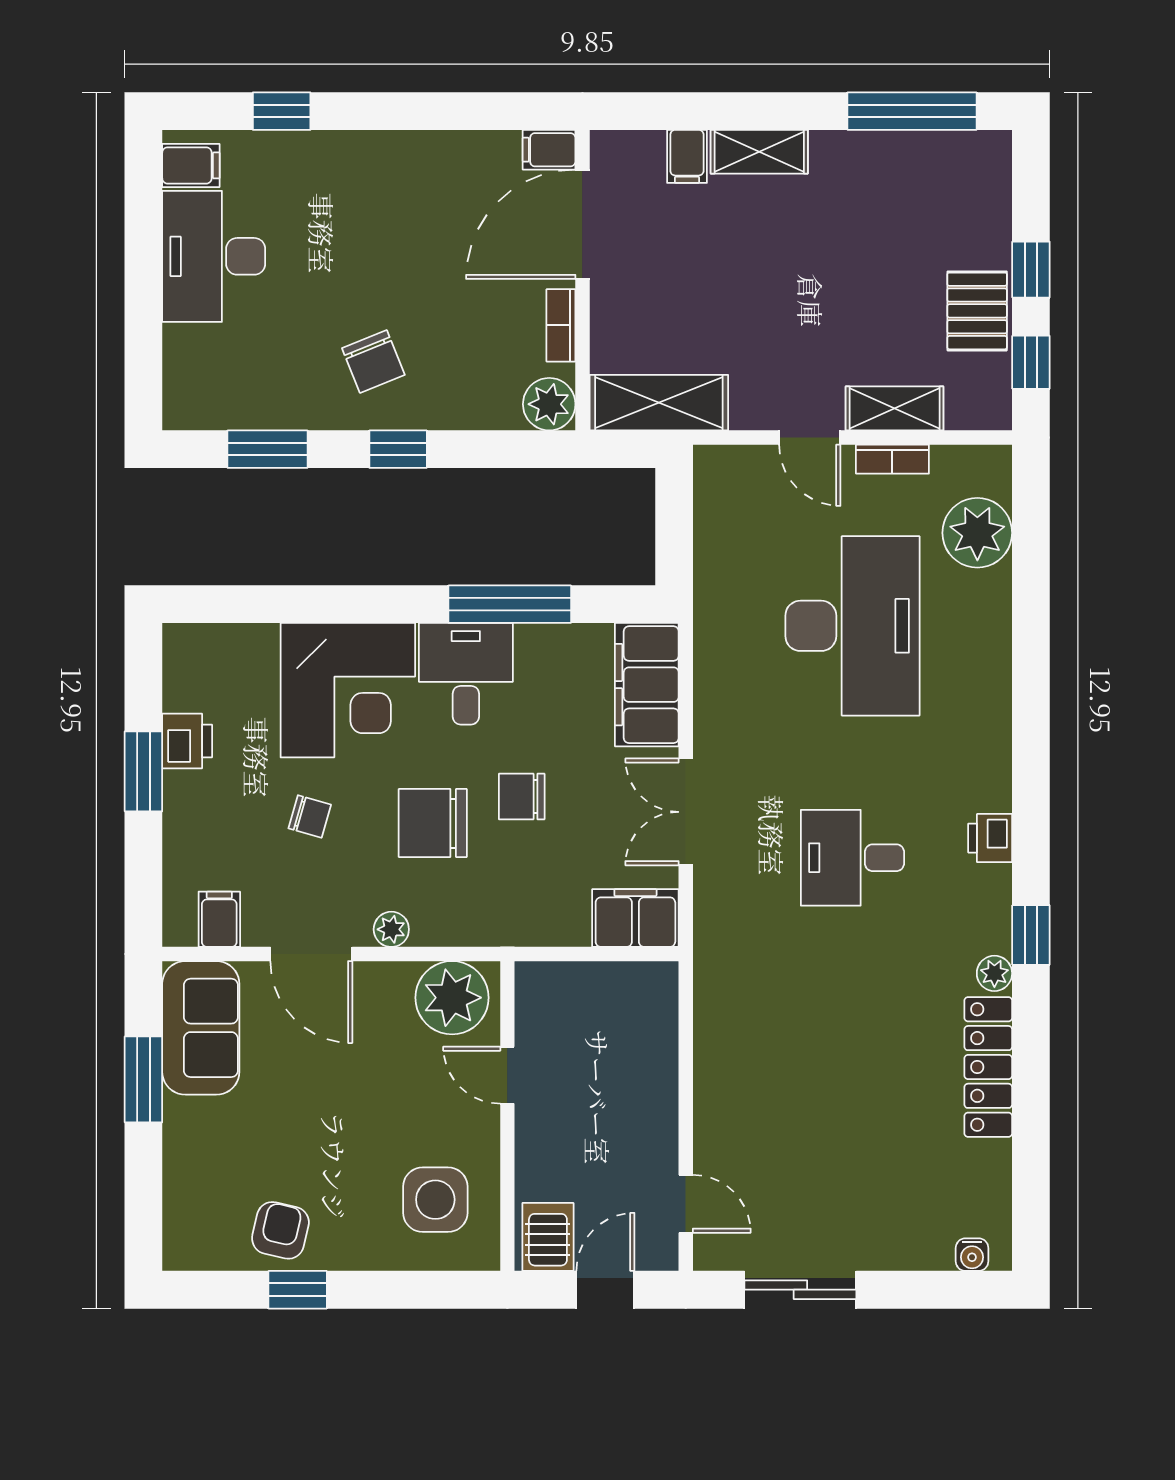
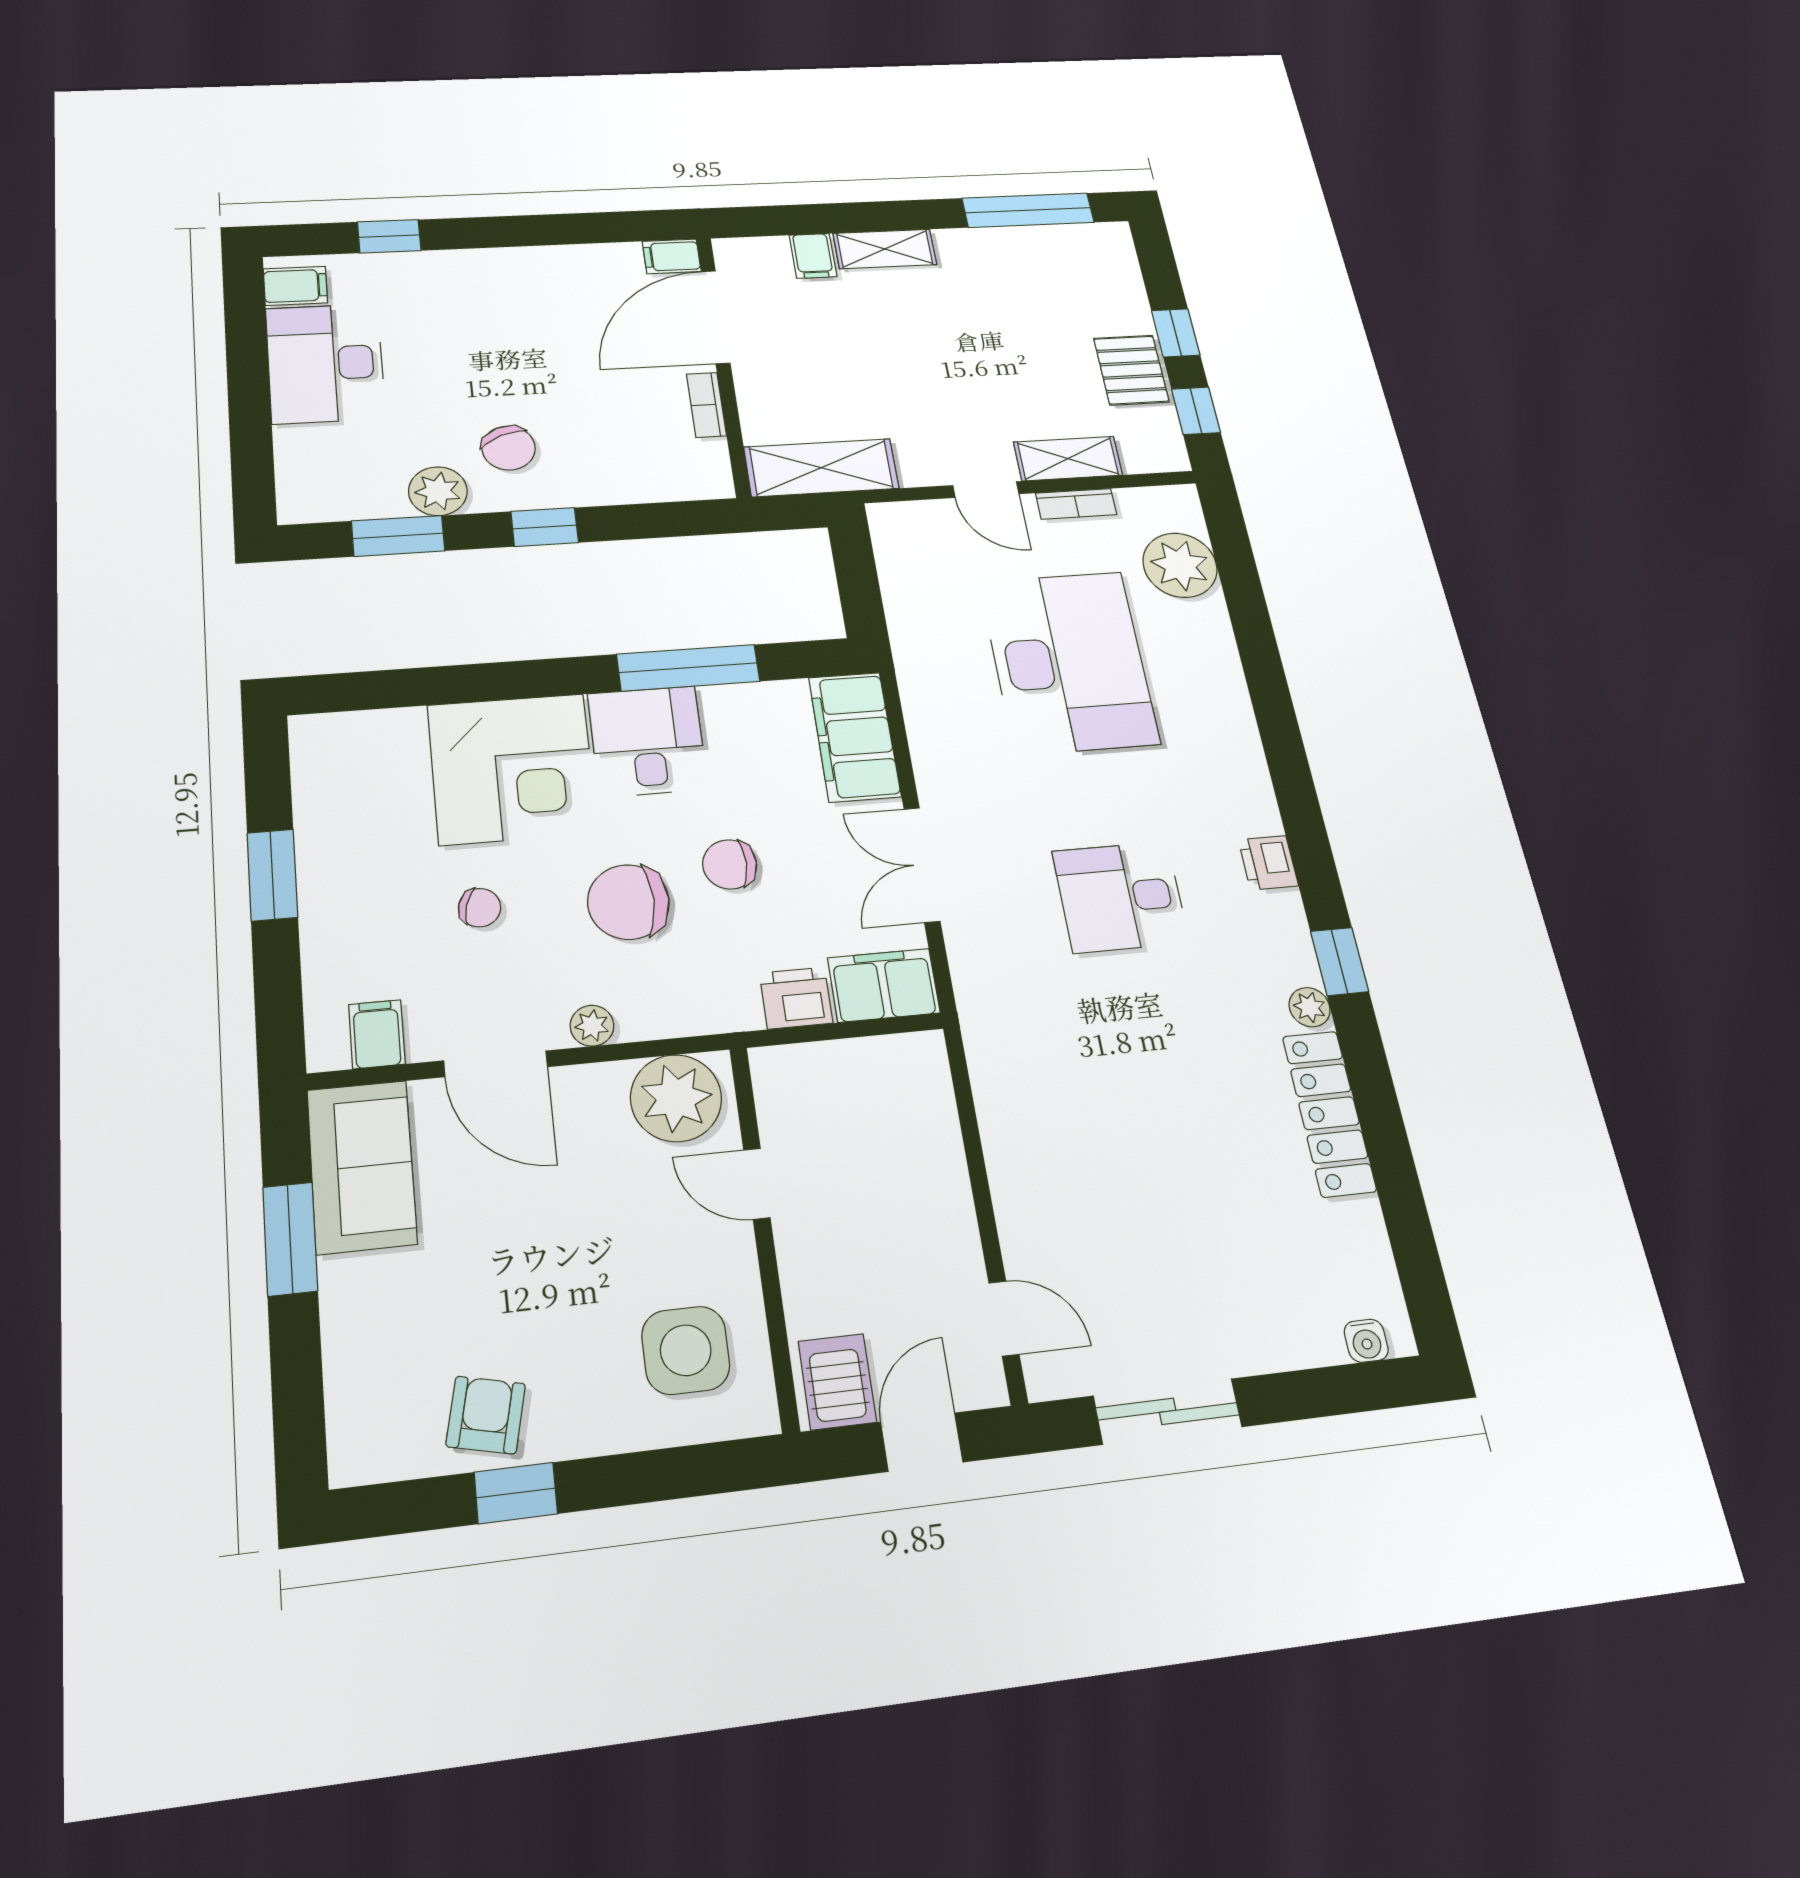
plant: (549, 404) -> (438, 491), moved
printer: (187, 741) -> (796, 998), moved, turned -90

